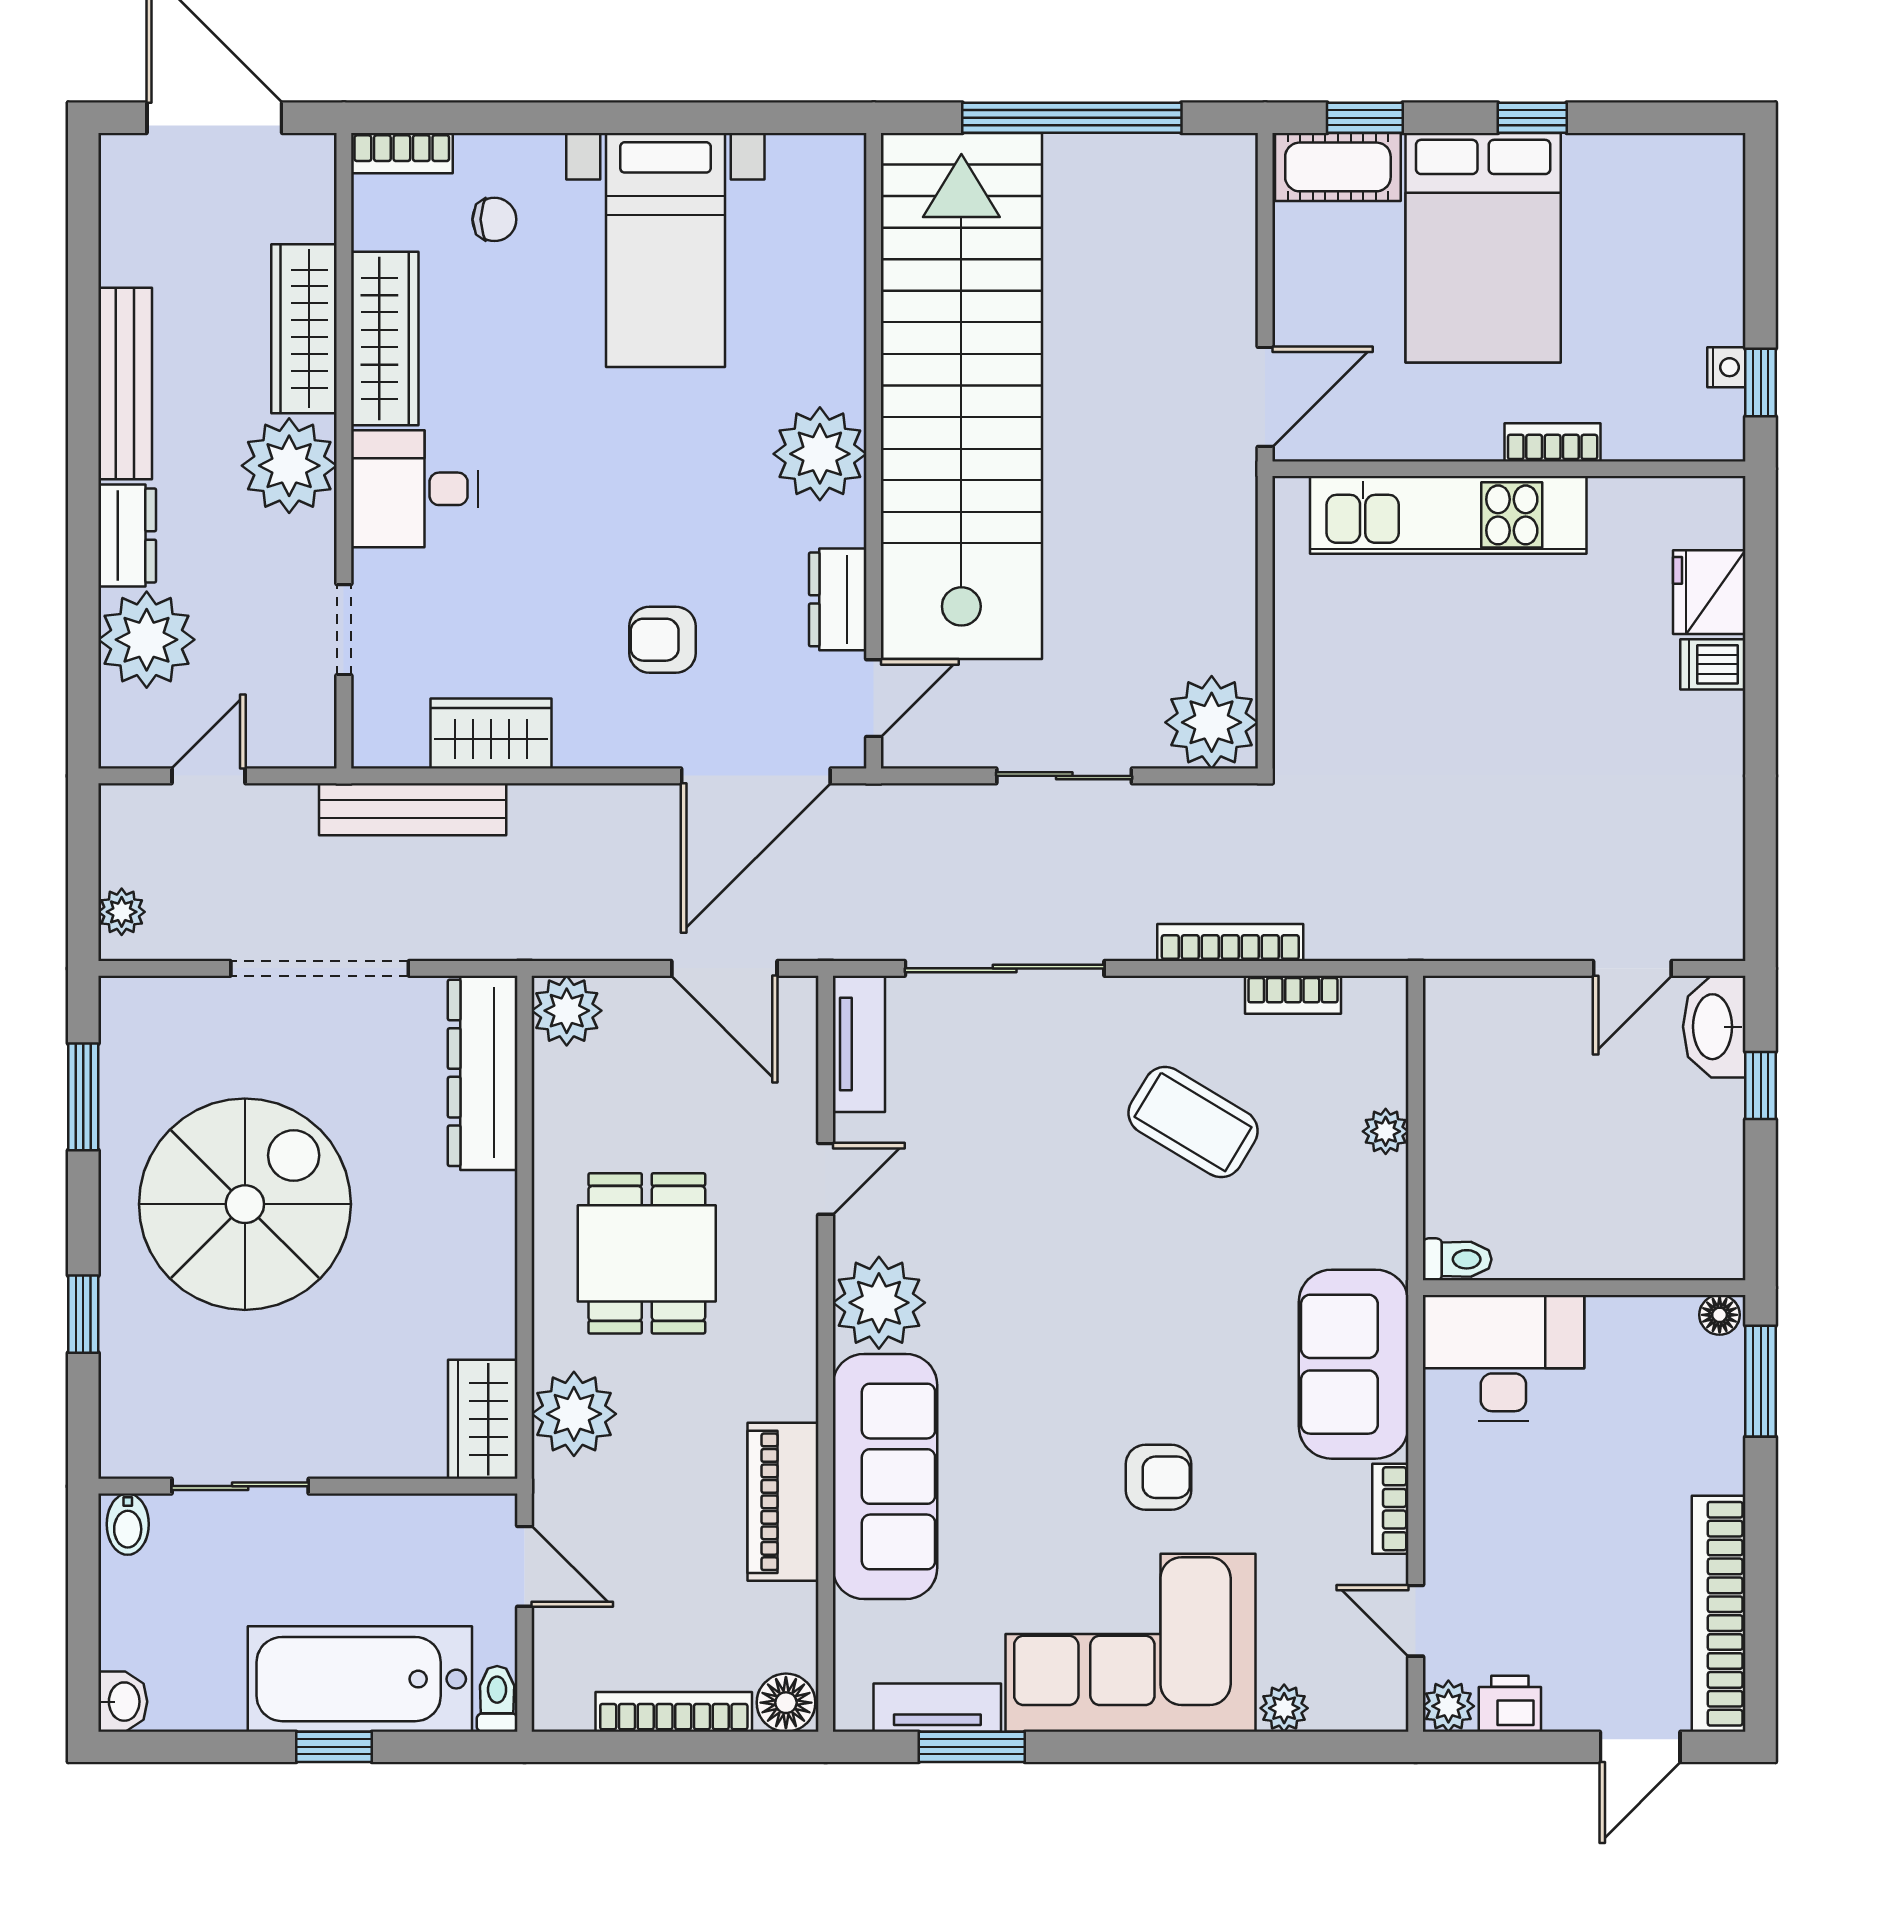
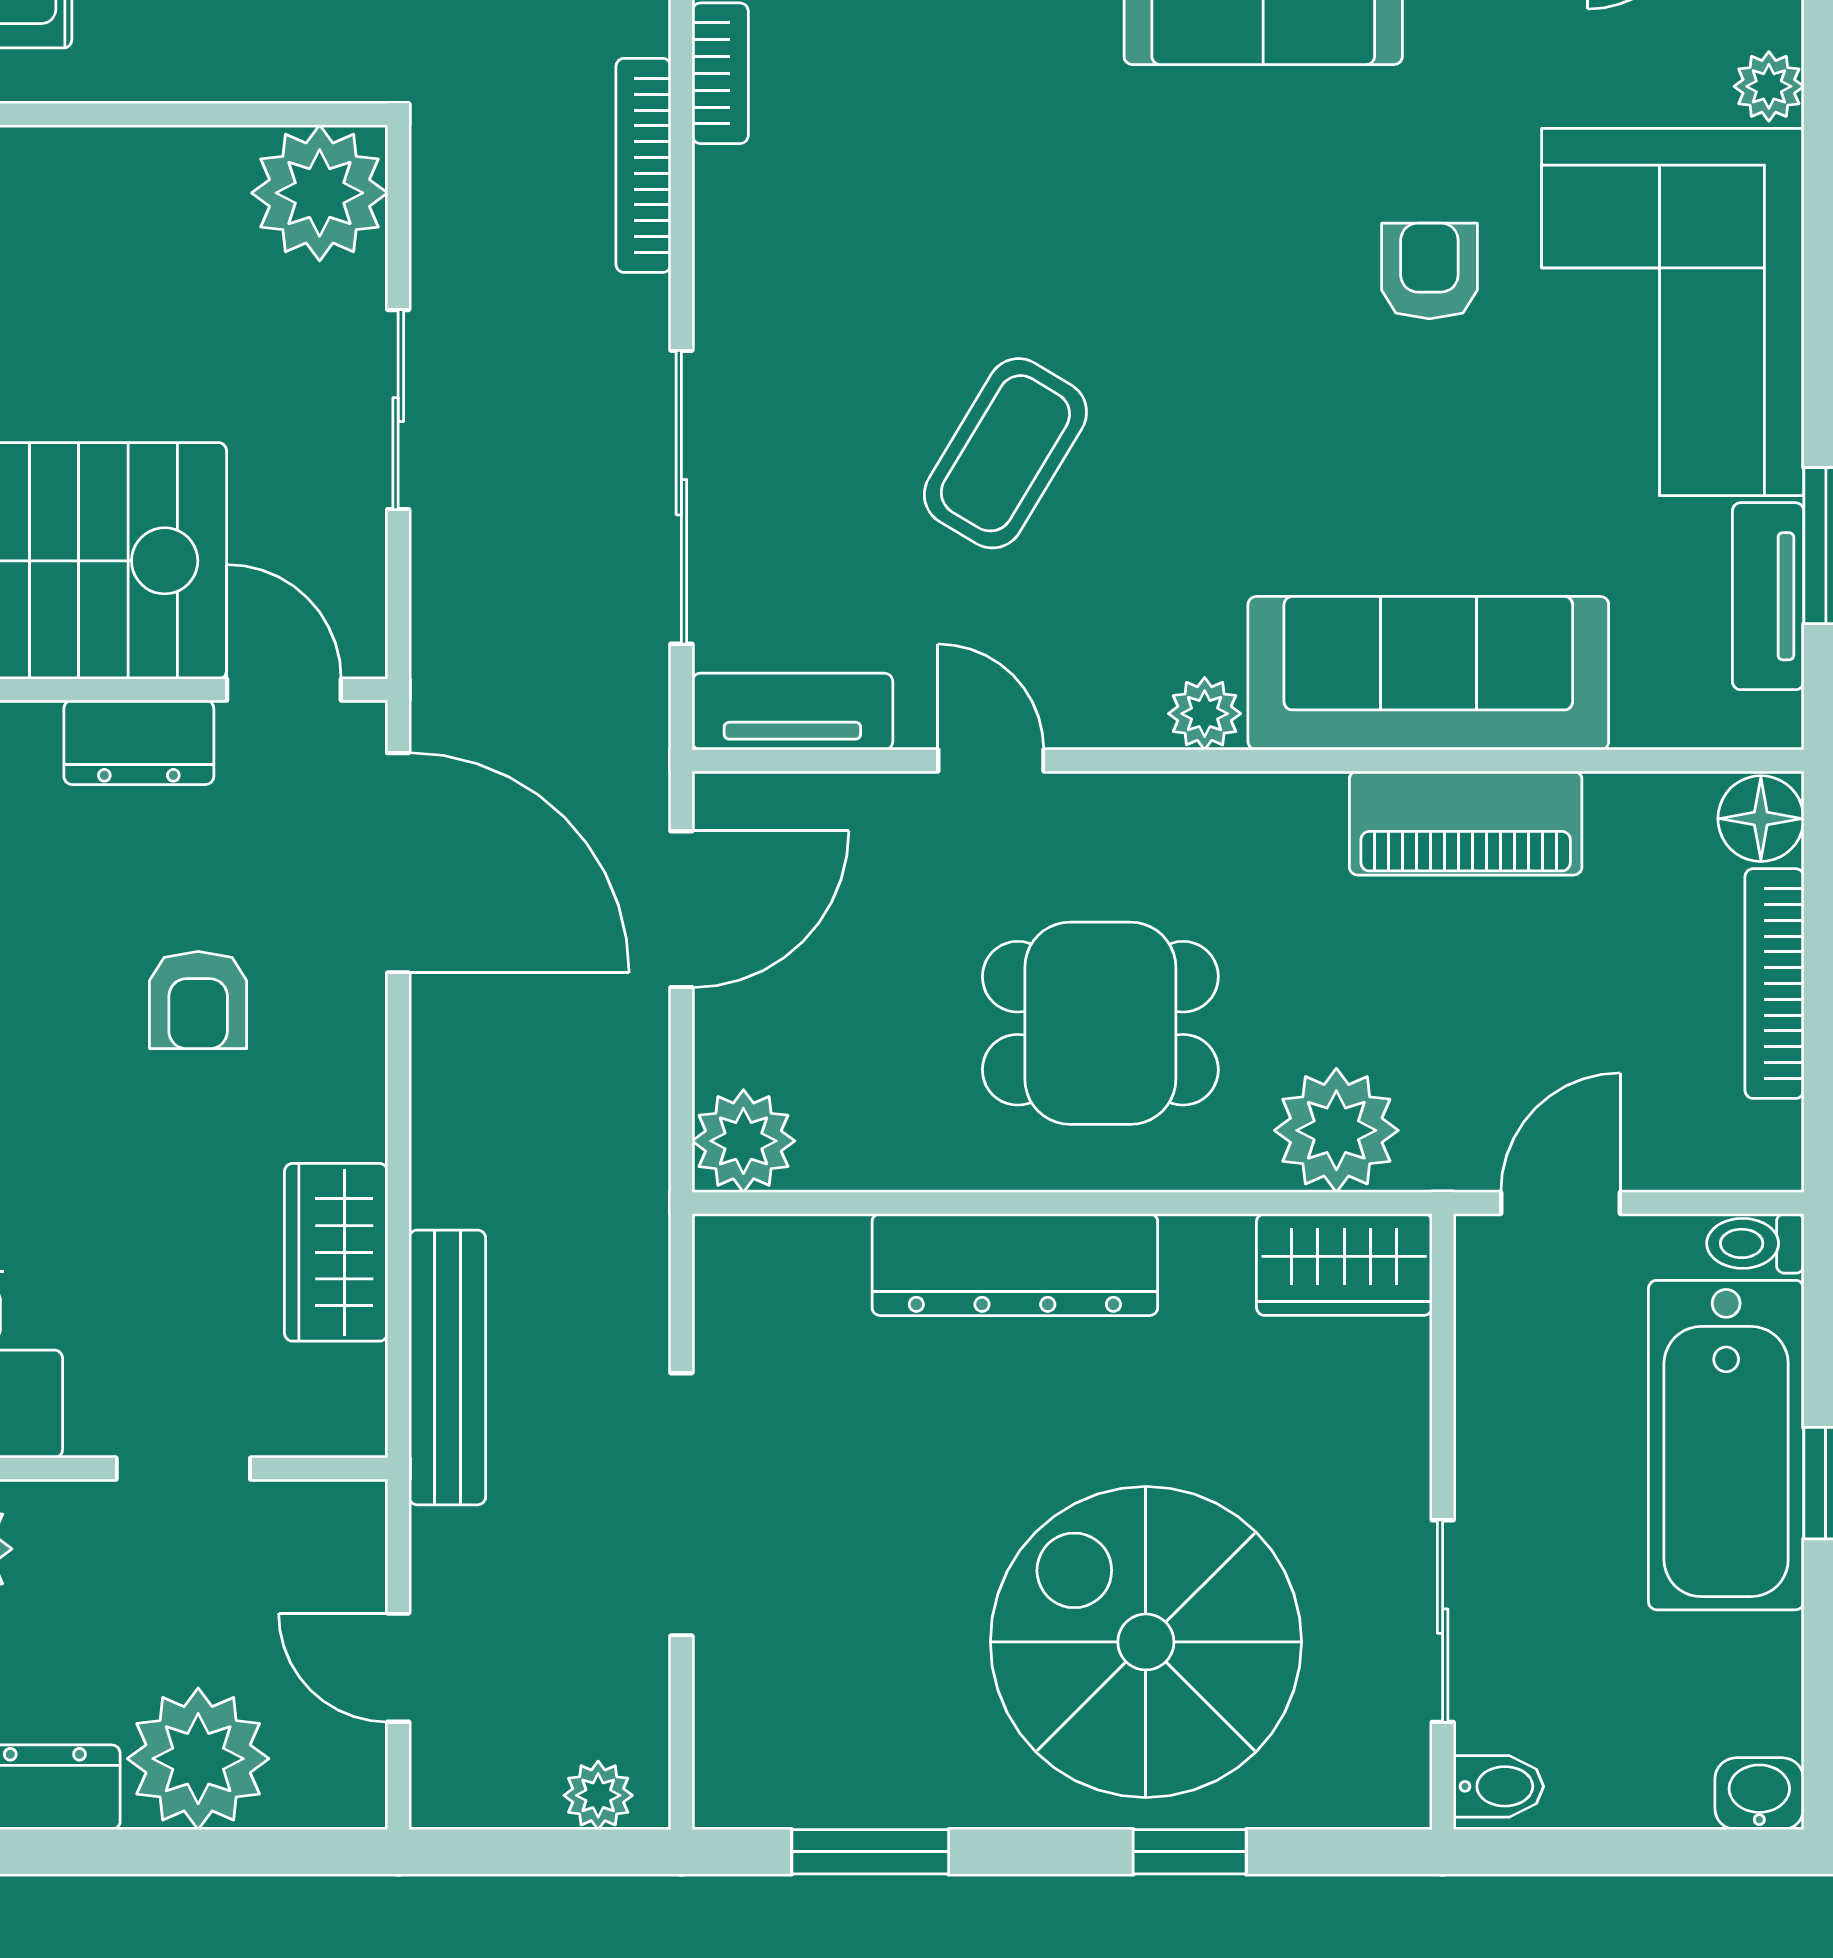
dresser: (483, 1073) -> (1015, 1265), moved
coffee table: (1193, 1122) -> (1005, 453), moved
spiral stairs: (245, 1204) -> (1146, 1642), moved
plant: (879, 1303) -> (1205, 714), width x0.53, depth x0.53

